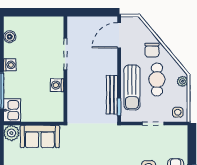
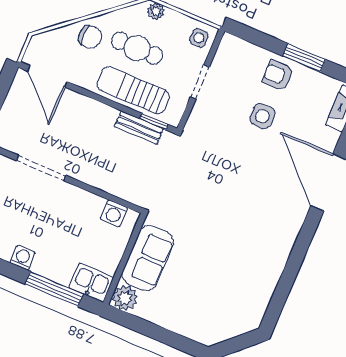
washing machine: (57, 85) -> (114, 213), moved
sun lounger: (132, 88) -> (133, 90), turned 180
bench: (112, 95) -> (139, 128), width x0.73

